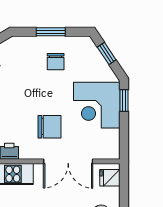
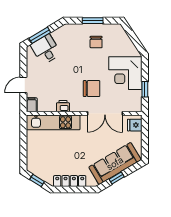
window: (107, 53) -> (132, 36), removed
window: (124, 101) -> (145, 89), moved

